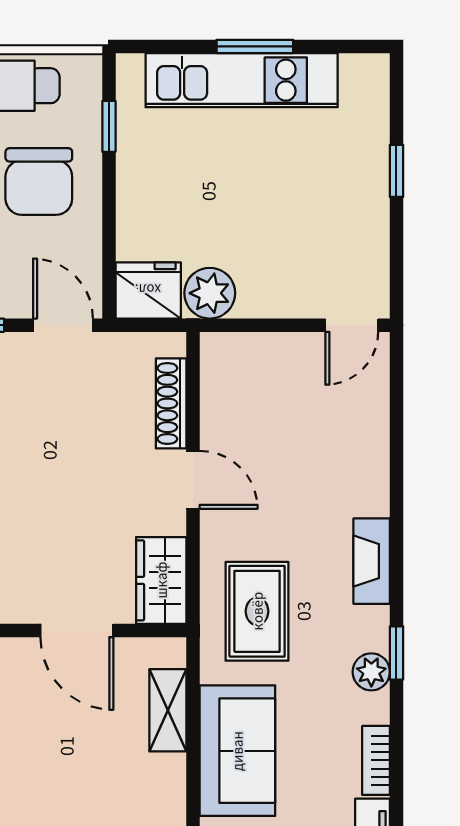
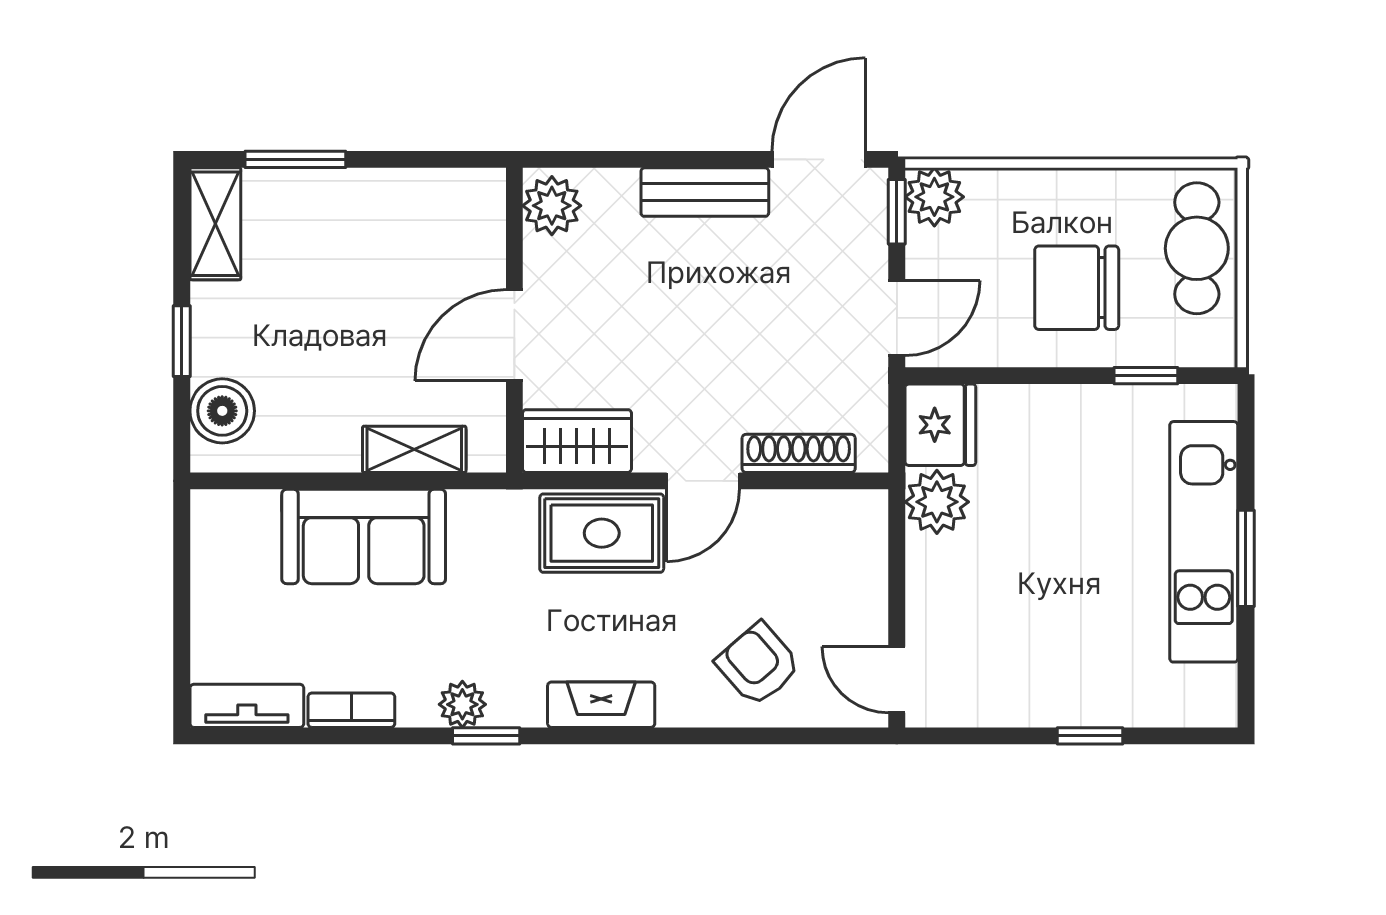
armchair: (339, 436) -> (758, 664), added
rug: (257, 611) -> (602, 533), moved

